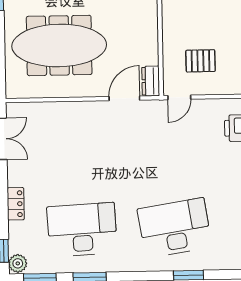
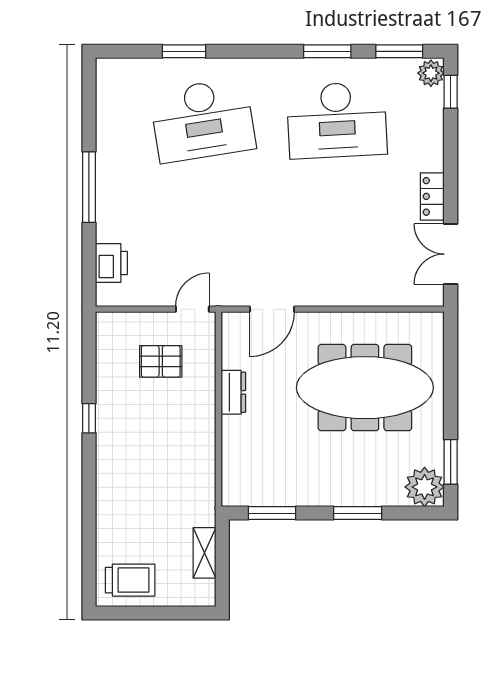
dresser: (151, 81) -> (233, 392), moved
locker: (16, 204) -> (432, 196), moved

